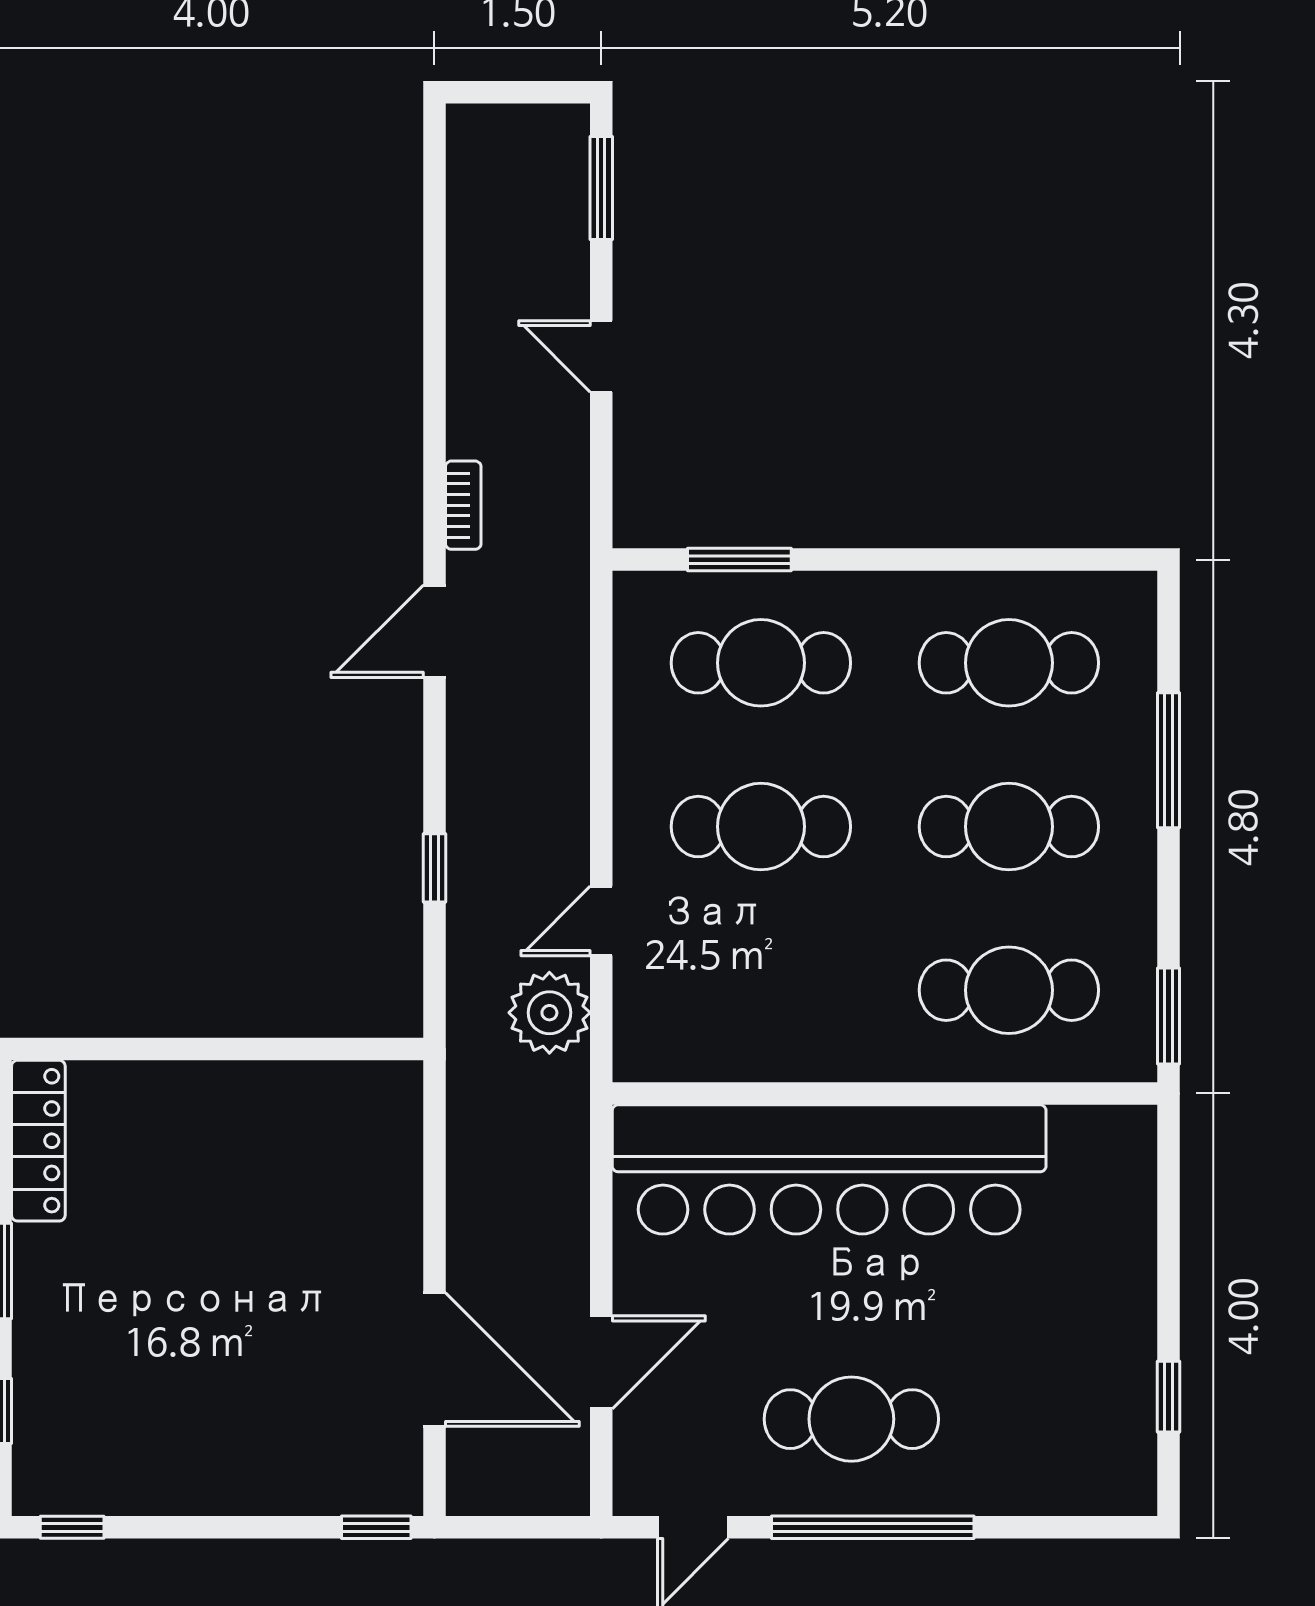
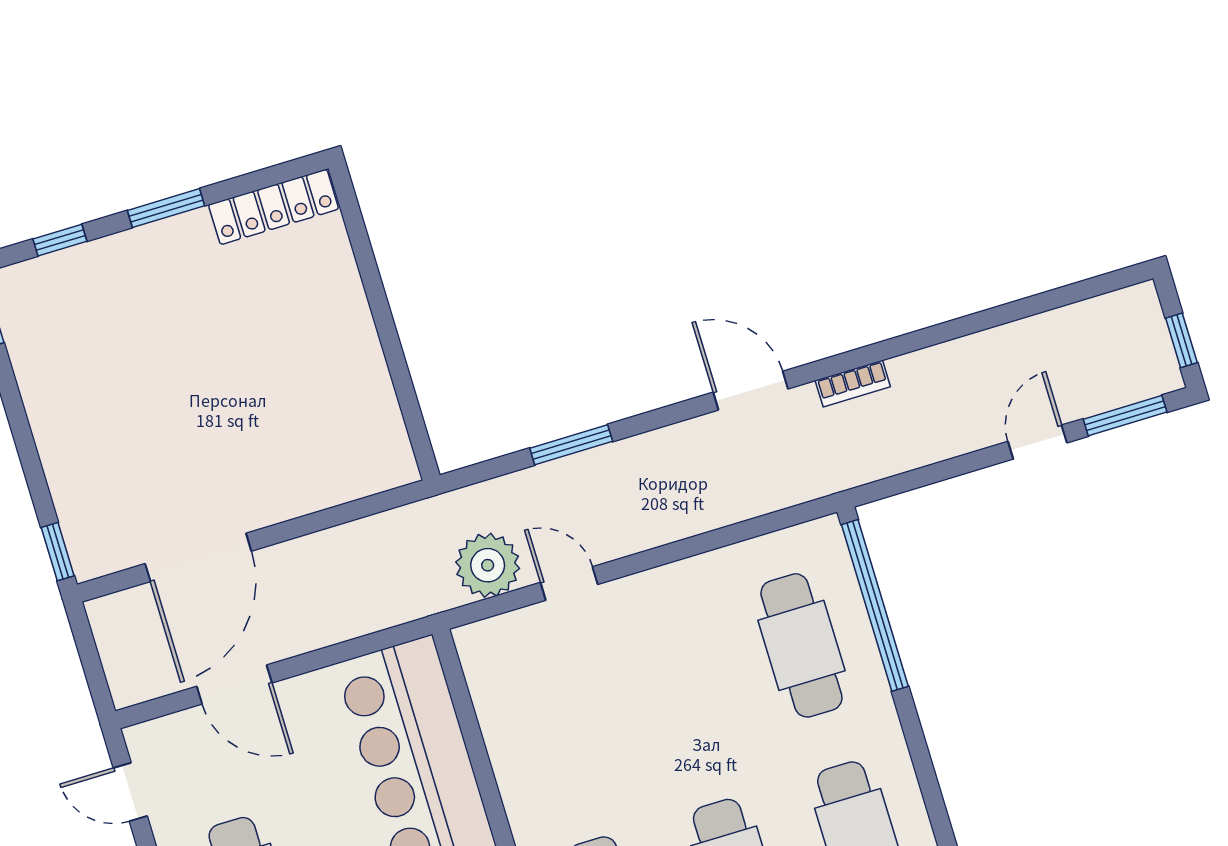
window: (531, 92) -> (1181, 340), added
door: (601, 356) -> (1037, 442), moved
window: (739, 560) -> (875, 605), width x2.11
cafe table: (761, 827) -> (677, 683), removed
window: (434, 868) -> (571, 445), width x1.50

